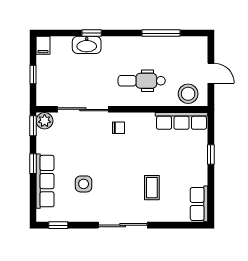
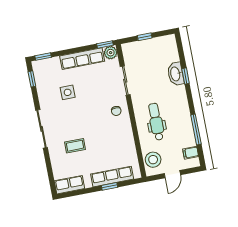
filing cabinet: (43, 45) -> (191, 153), moved
sliding door: (83, 109) -> (125, 81), width x0.73
row of seats: (182, 121) -> (112, 177), moved, turned 90
window: (33, 164) -> (43, 57), moved
row of seats: (45, 181) -> (82, 59), moved

